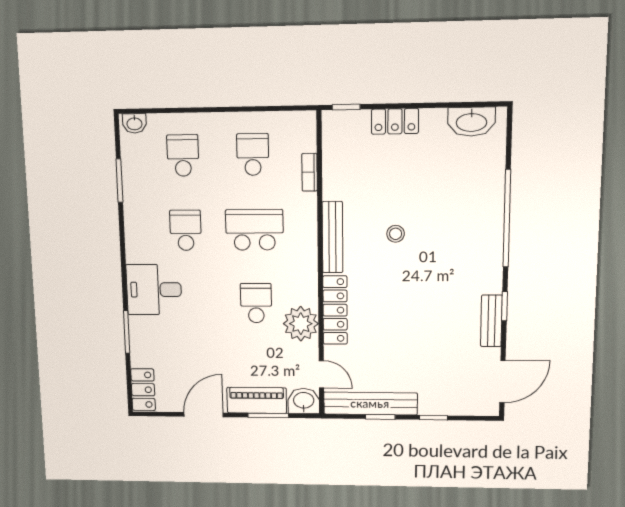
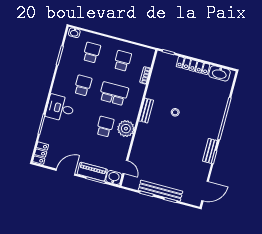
locker: (395, 121) -> (193, 65), width x1.53
bench: (332, 237) -> (146, 111), width x0.73
locker: (335, 310) -> (140, 139), removed
bench: (491, 321) -> (210, 151), moved
plant: (301, 324) -> (126, 129), moved
bench: (370, 403) -> (160, 191), moved

